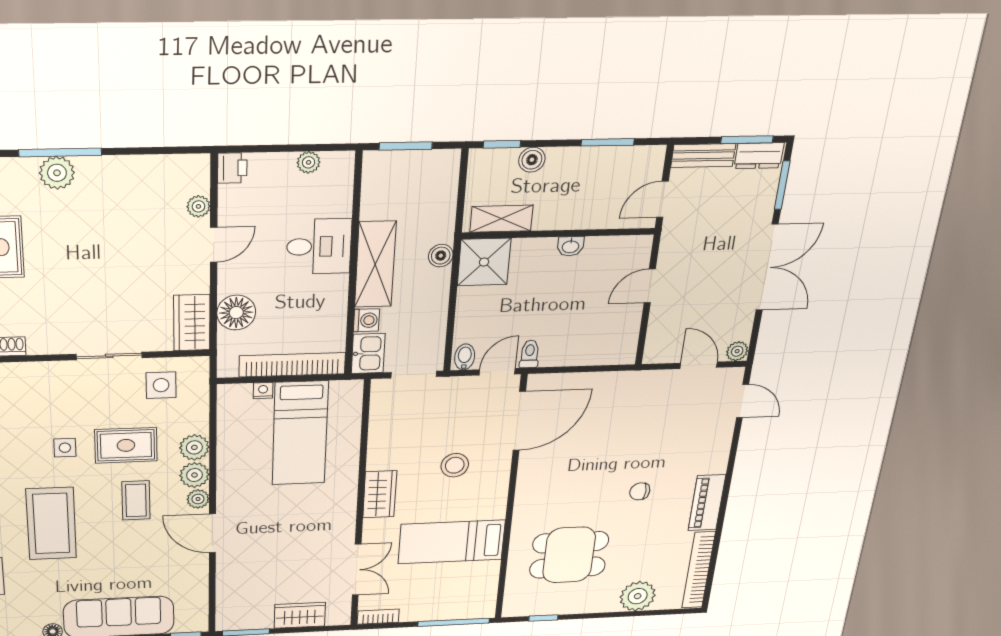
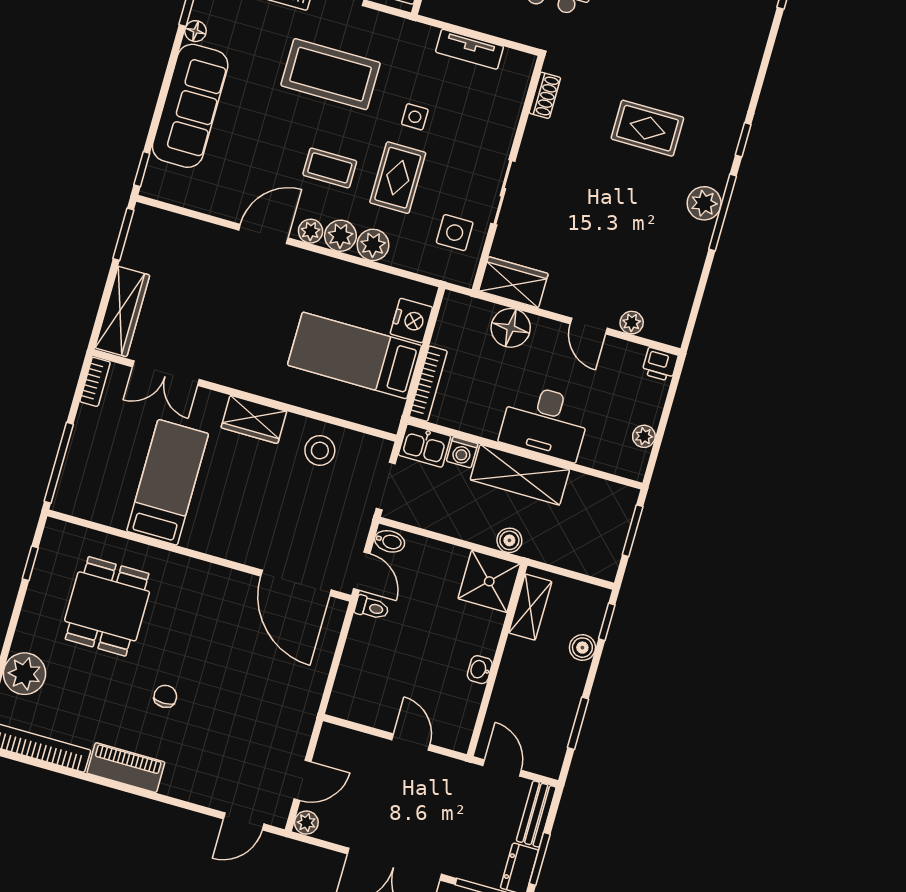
desk: (319, 247) -> (545, 422), width x1.37
bookcase: (292, 365) -> (428, 384), width x0.68, depth x0.76
nightstand: (263, 391) -> (411, 320), width x1.89, depth x1.79
stool: (455, 465) -> (320, 450), moved
wardrobe: (300, 615) -> (122, 311), width x1.50

